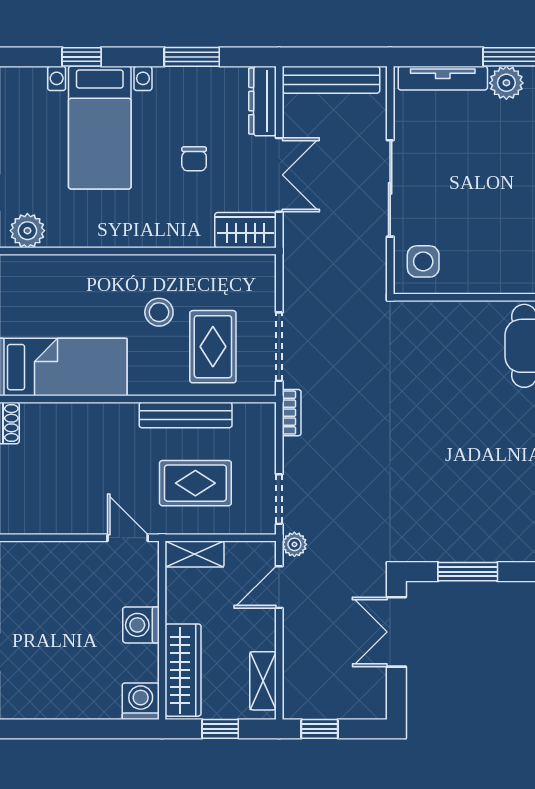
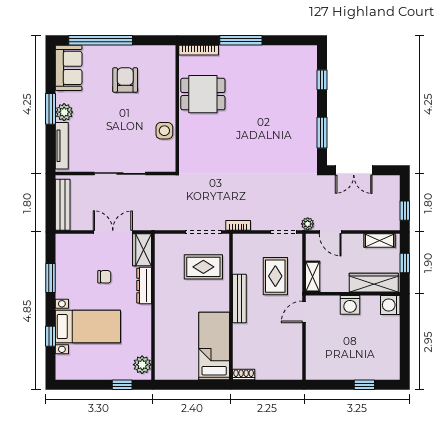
dresser: (262, 101) -> (144, 286), moved, turned 90
side table: (423, 261) -> (164, 131), moved
stool: (159, 312) -> (185, 295), removed
bench: (186, 415) -> (239, 298), moved

